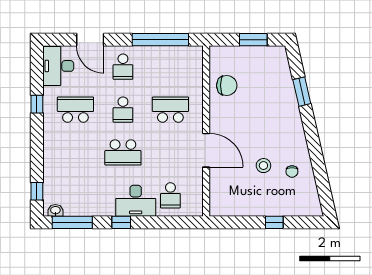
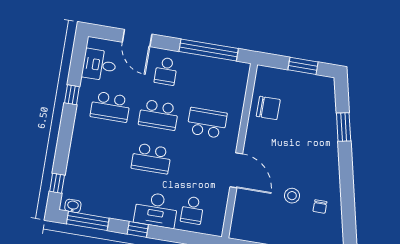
desk: (58, 66) -> (99, 65), width x0.73
school desk: (75, 110) -> (110, 107), turned 180
school desk: (123, 110) -> (159, 115), width x1.85

